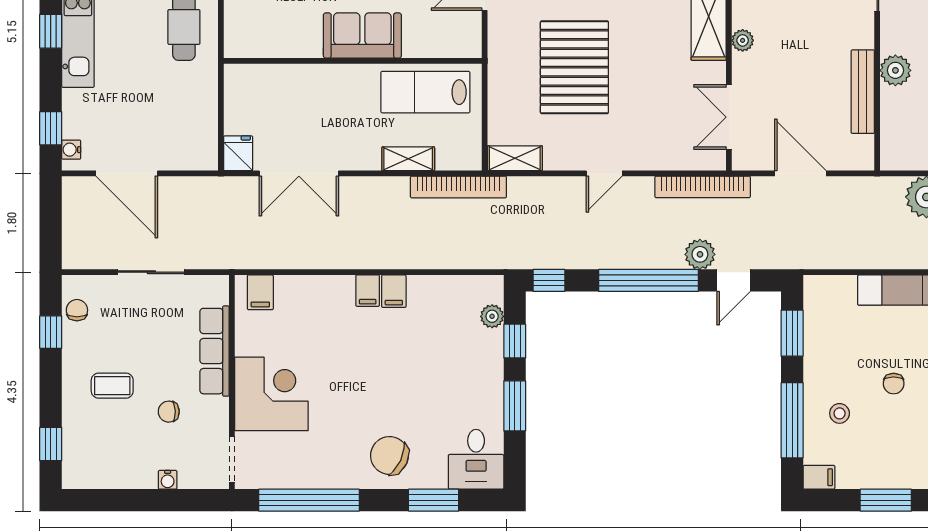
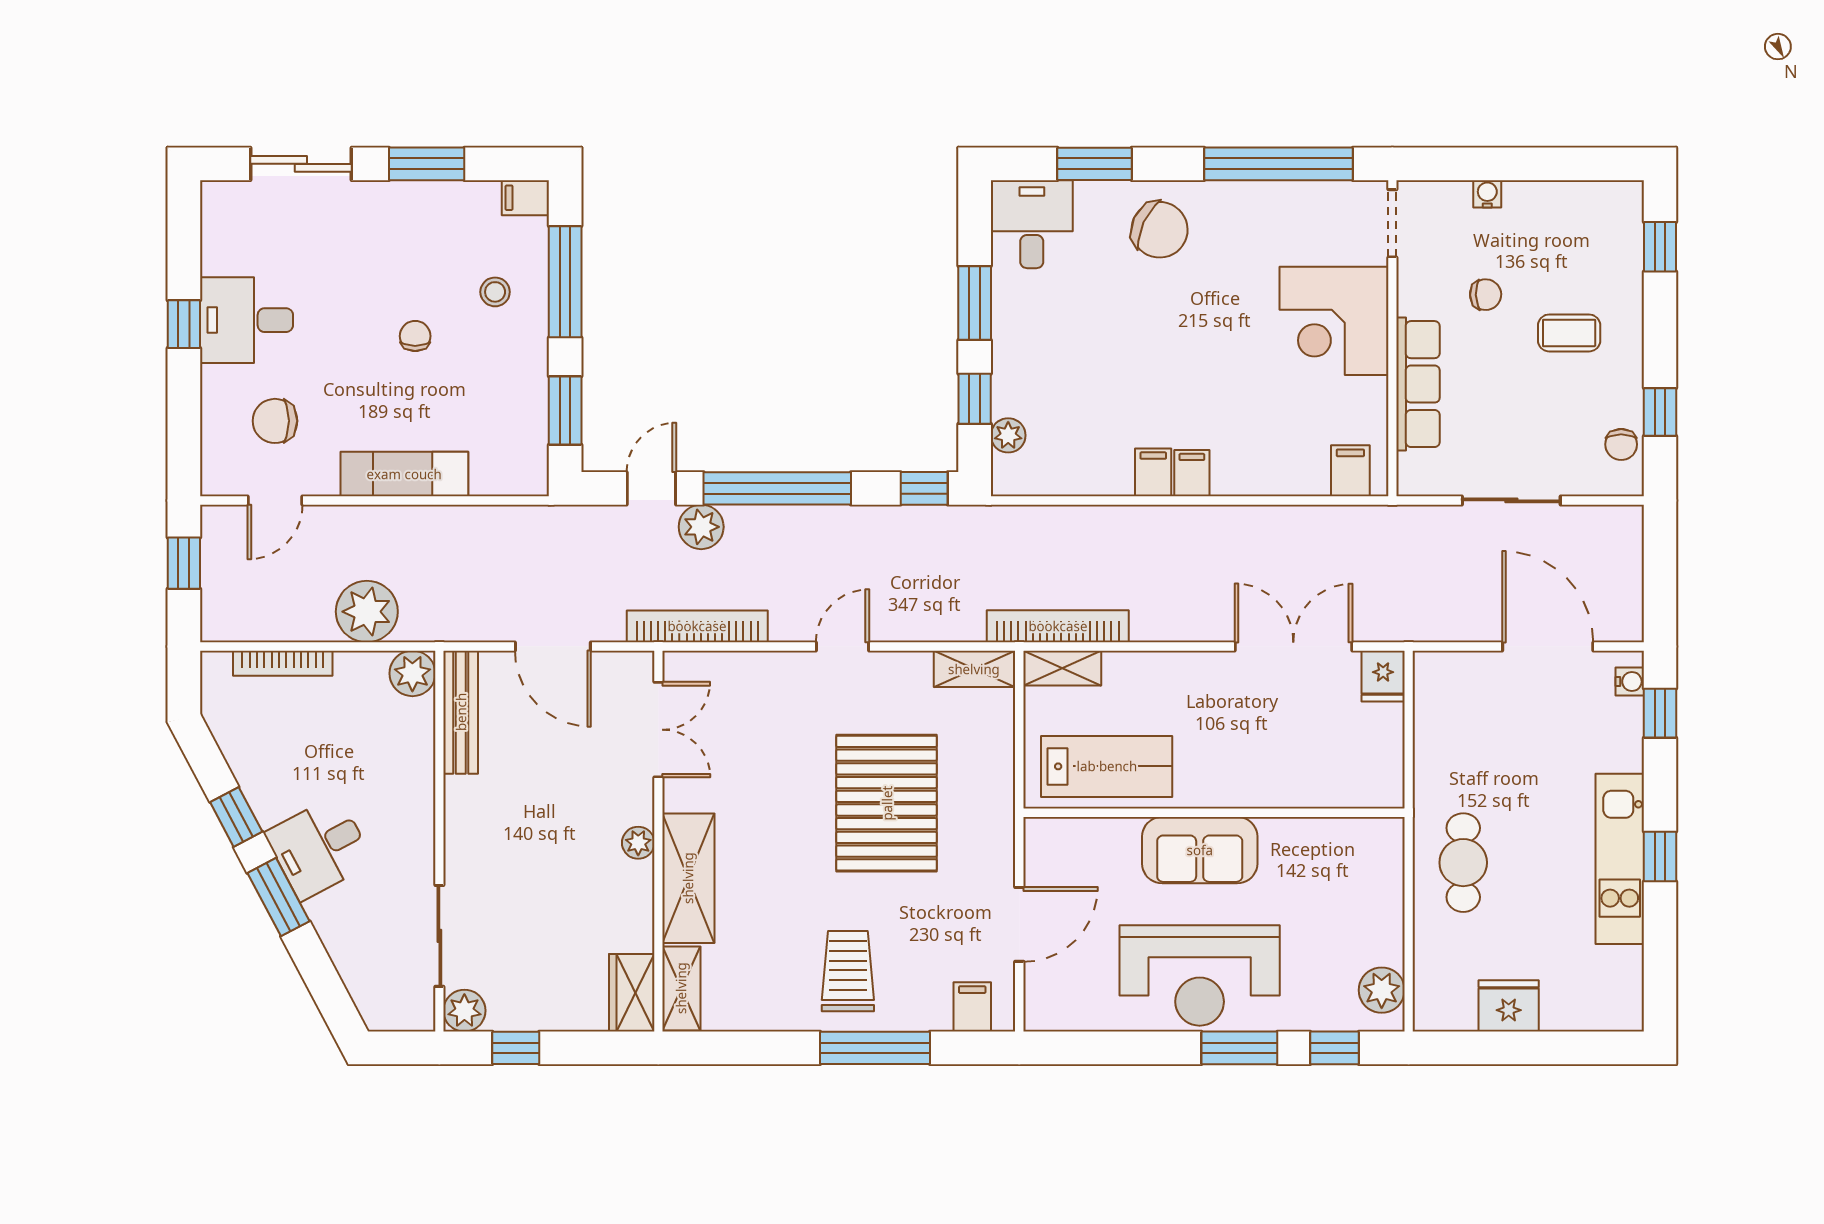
plant: (895, 70) -> (412, 673), moved
bench: (863, 92) -> (461, 712), moved
shelving: (408, 159) -> (1062, 668), moved

